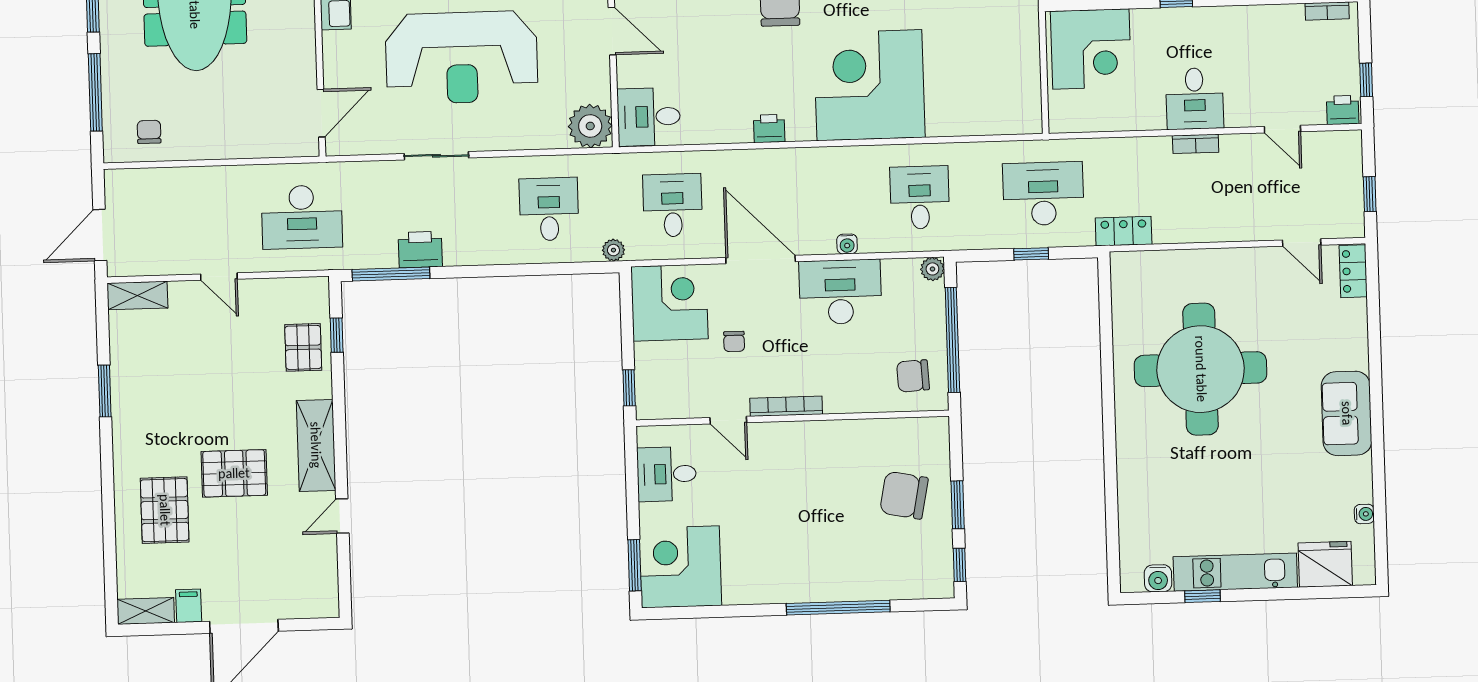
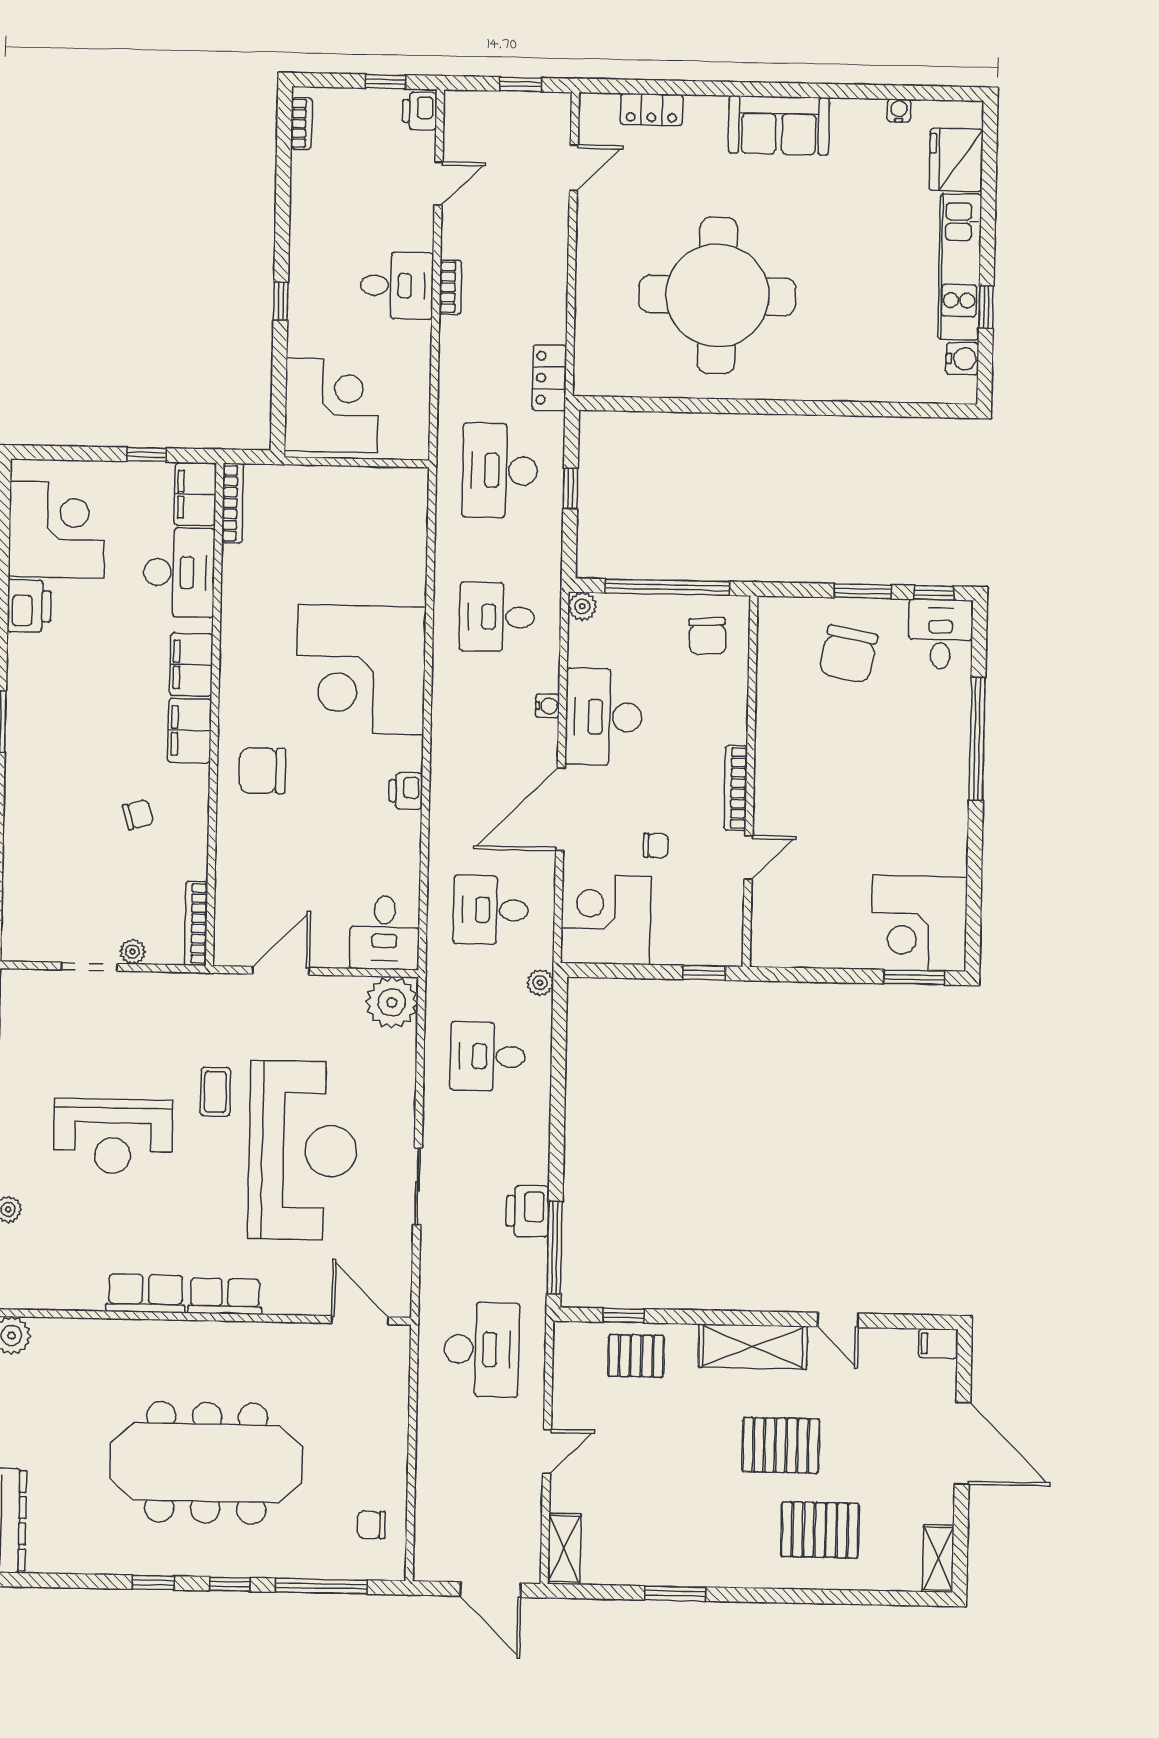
locker: (1353, 271) -> (652, 110), moved
pallet: (234, 473) -> (781, 1445), turned 90
desk: (667, 474) -> (941, 634), moved, turned 180
filing cabinet: (189, 606) -> (938, 1344), moved

